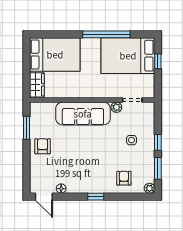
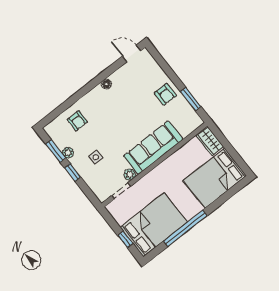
plant: (149, 188) -> (68, 153), moved
floor lamp: (61, 189) -> (106, 84), moved
window: (96, 197) -> (89, 87), removed

